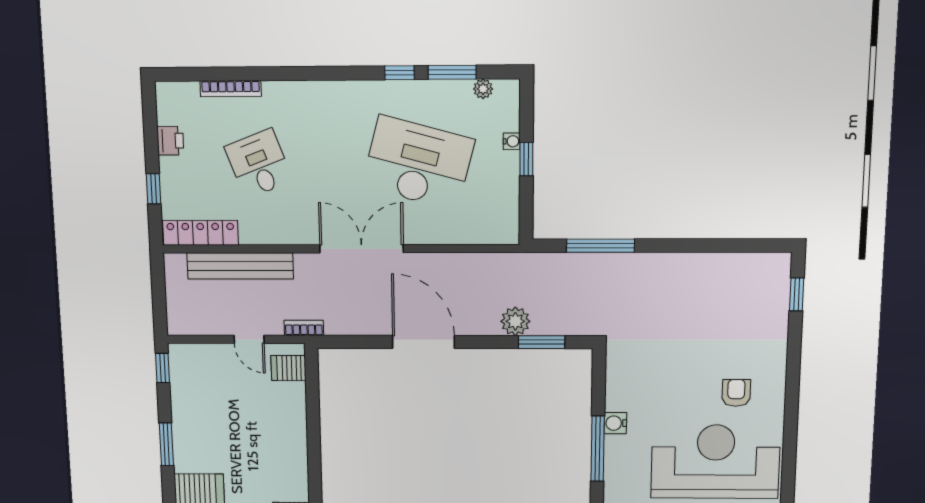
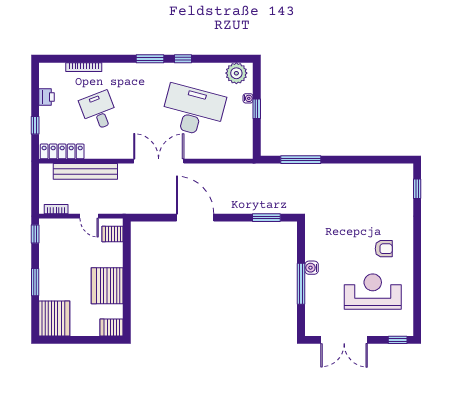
window: (452, 72) -> (150, 59), moved
plant: (483, 89) -> (236, 73), width x1.87, depth x1.87
plant: (515, 321) -> (251, 205), removed
bookcase: (304, 328) -> (56, 209), moved
armchair: (736, 393) -> (384, 249), turned 90
server rack: (282, 450) -> (107, 286), added
reception desk: (715, 462) -> (373, 292), width x0.74, depth x0.77

